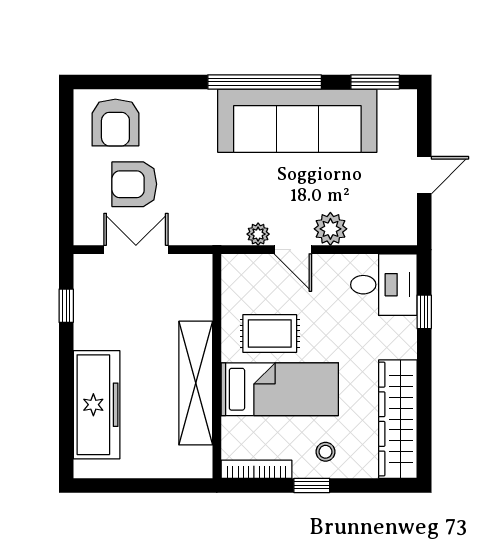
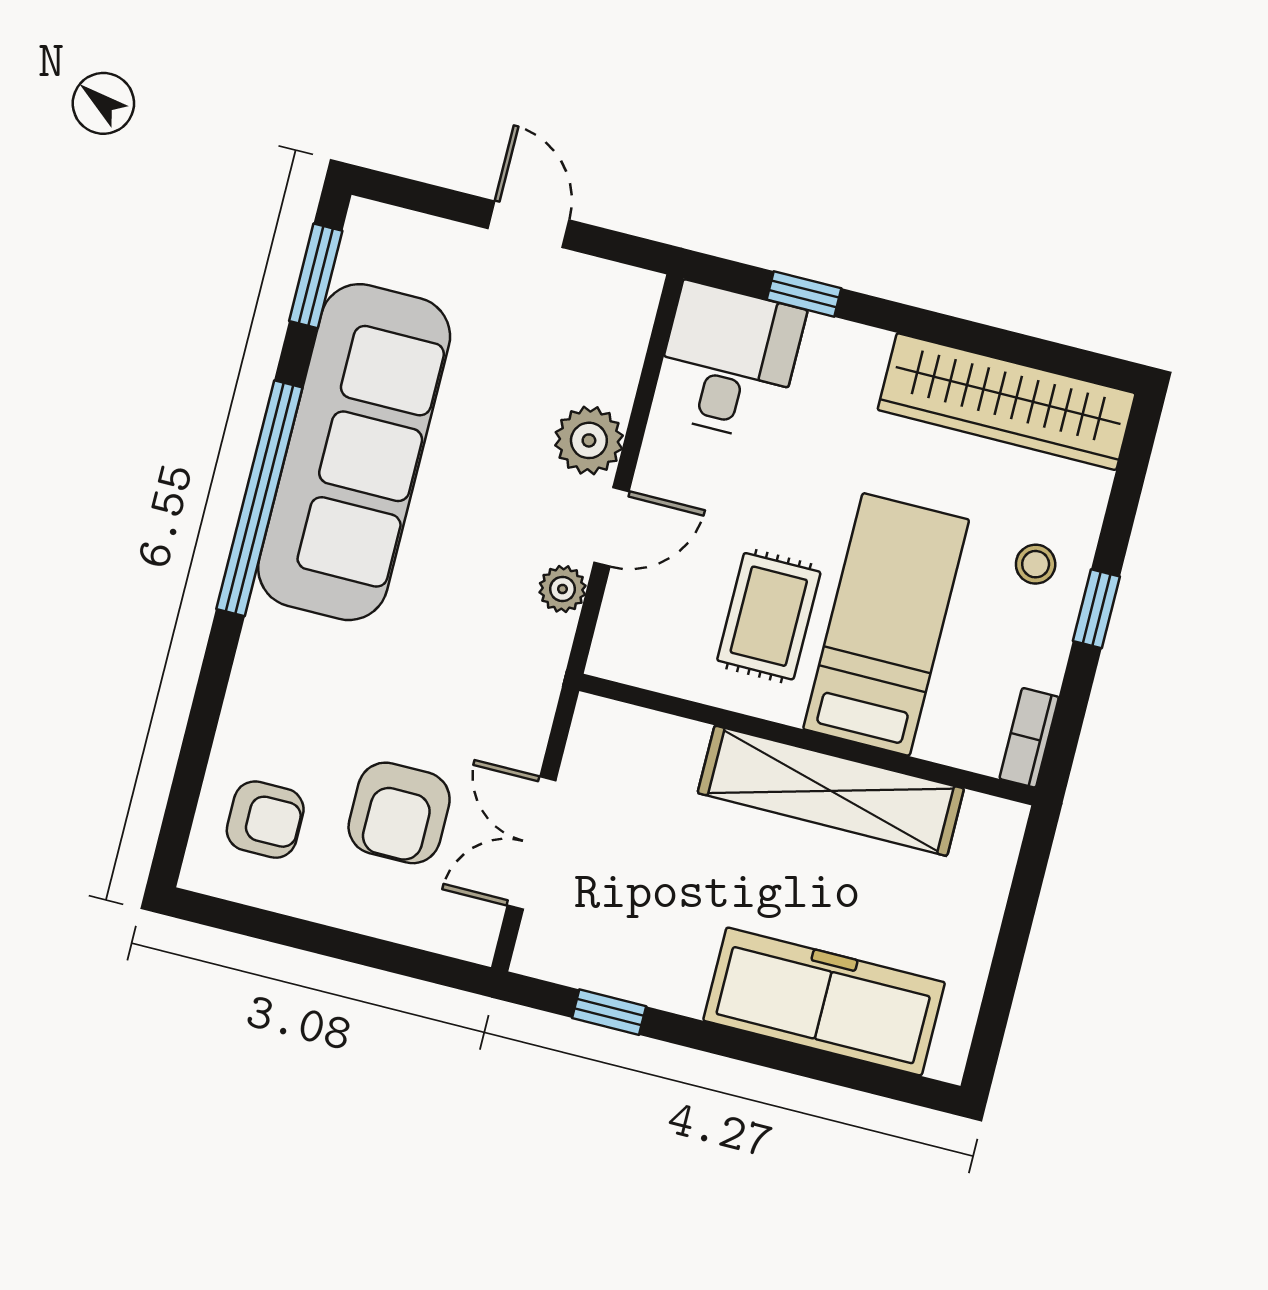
armchair: (115, 123) -> (265, 820), width x0.72, depth x0.72
bookcase: (256, 469) -> (1029, 738), width x0.64

